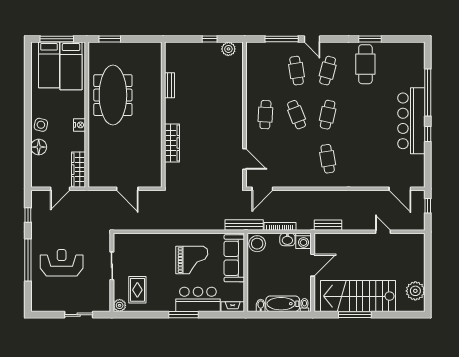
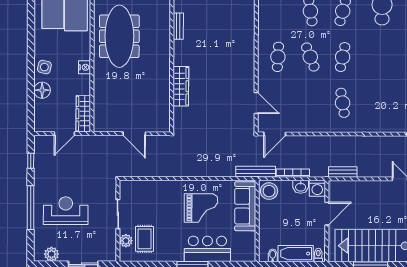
plant: (48, 305) -> (51, 254), added
plant: (120, 305) -> (126, 241), moved
fireplace: (233, 307) -> (244, 257), removed

